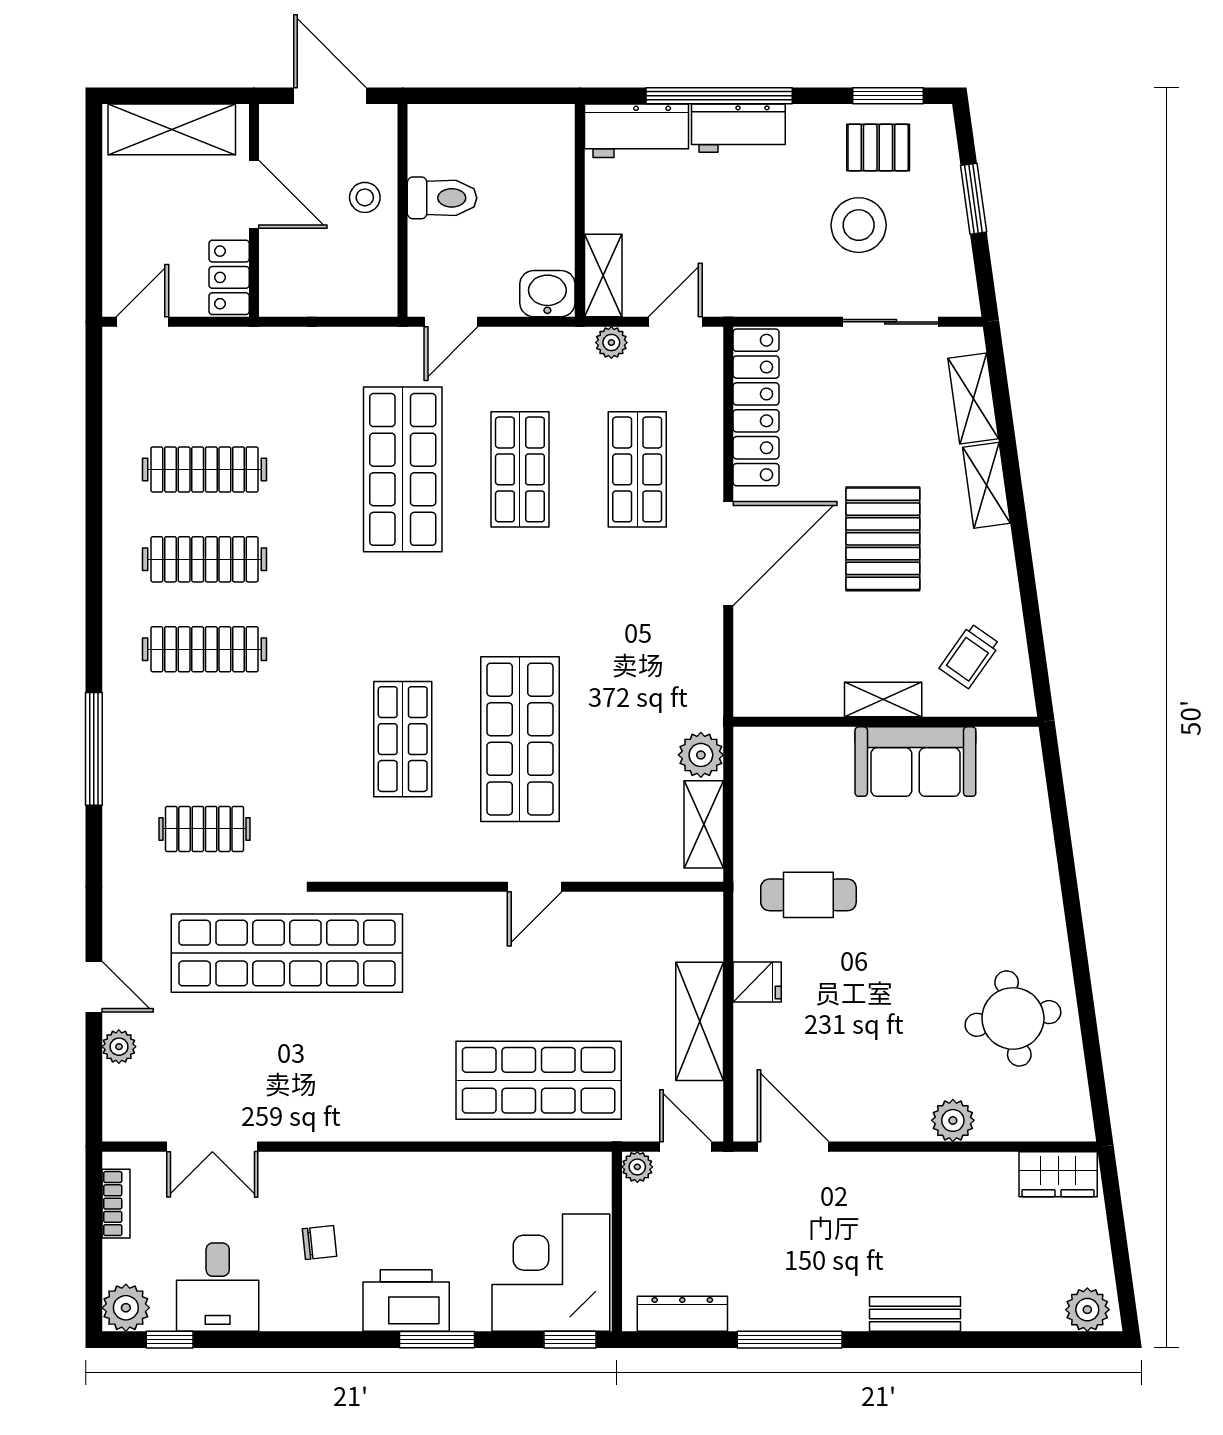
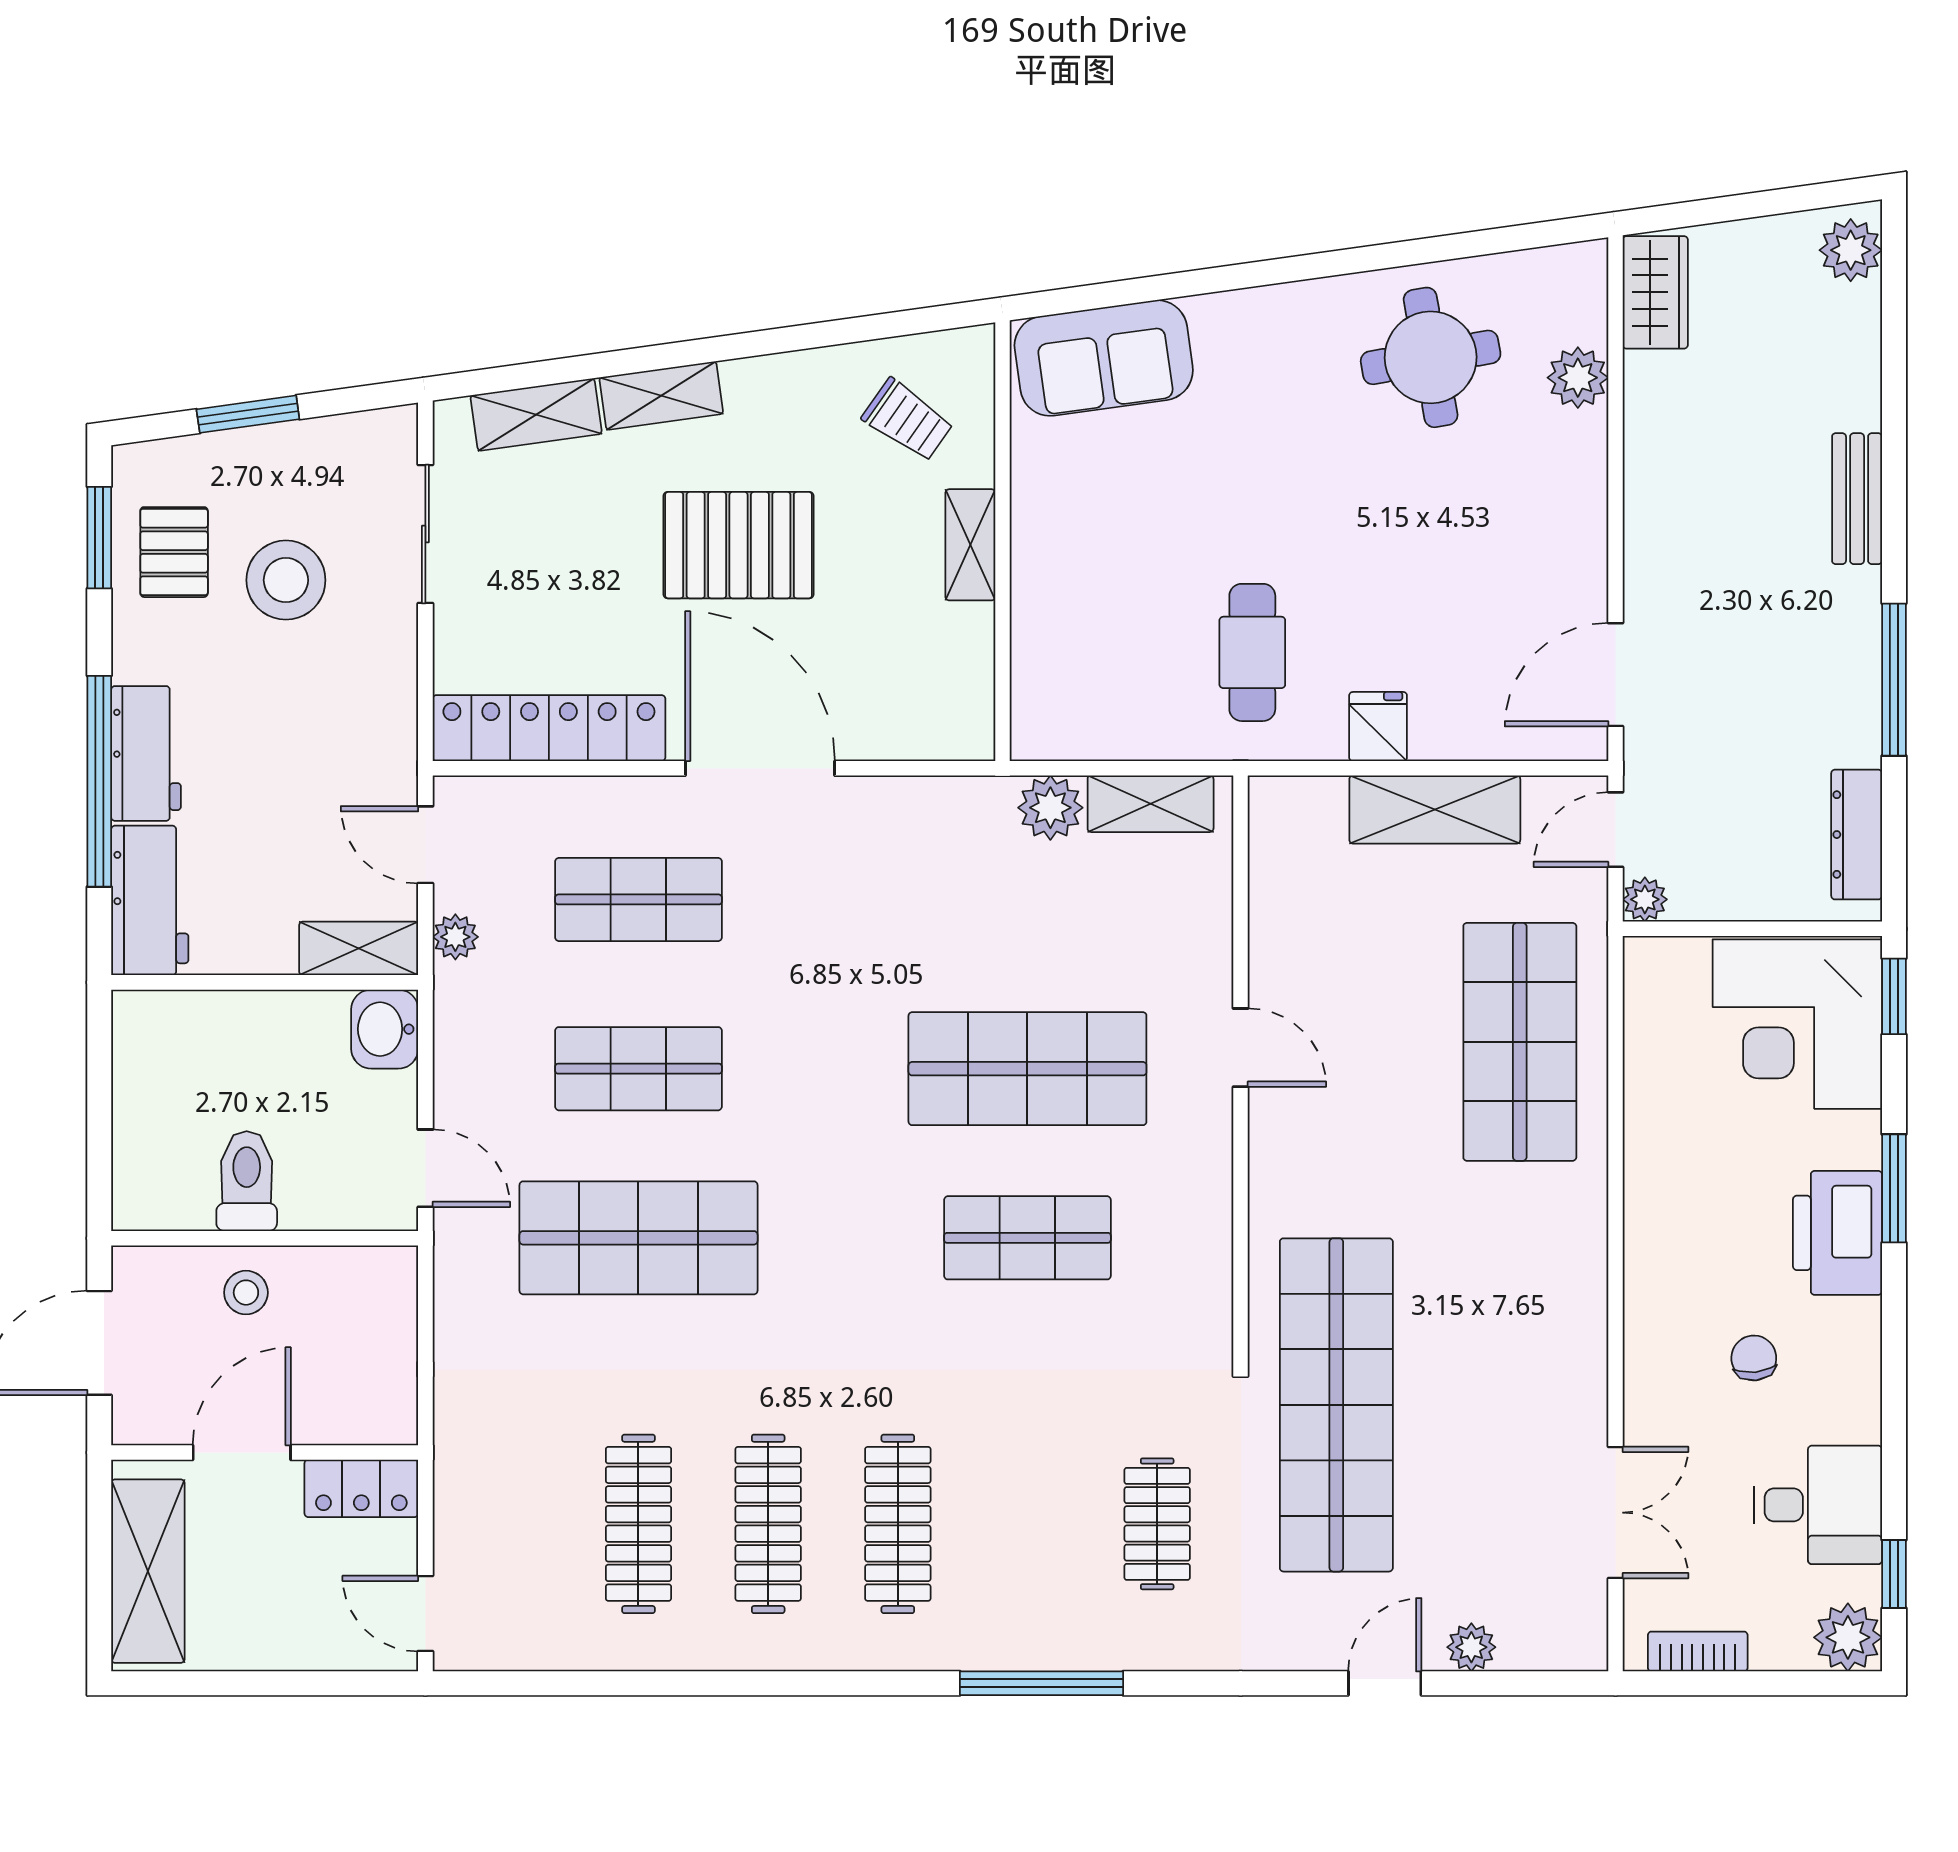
sofa: (915, 762) -> (1104, 358), moved, turned 82
plant: (953, 1120) -> (1578, 378), moved

